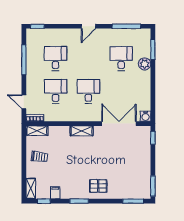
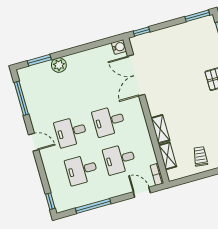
desk: (121, 59) -> (71, 132), moved
door: (24, 102) -> (142, 192), swing flipped
shelving: (37, 131) -> (168, 156), moved
shelving: (82, 131) -> (160, 129), moved

